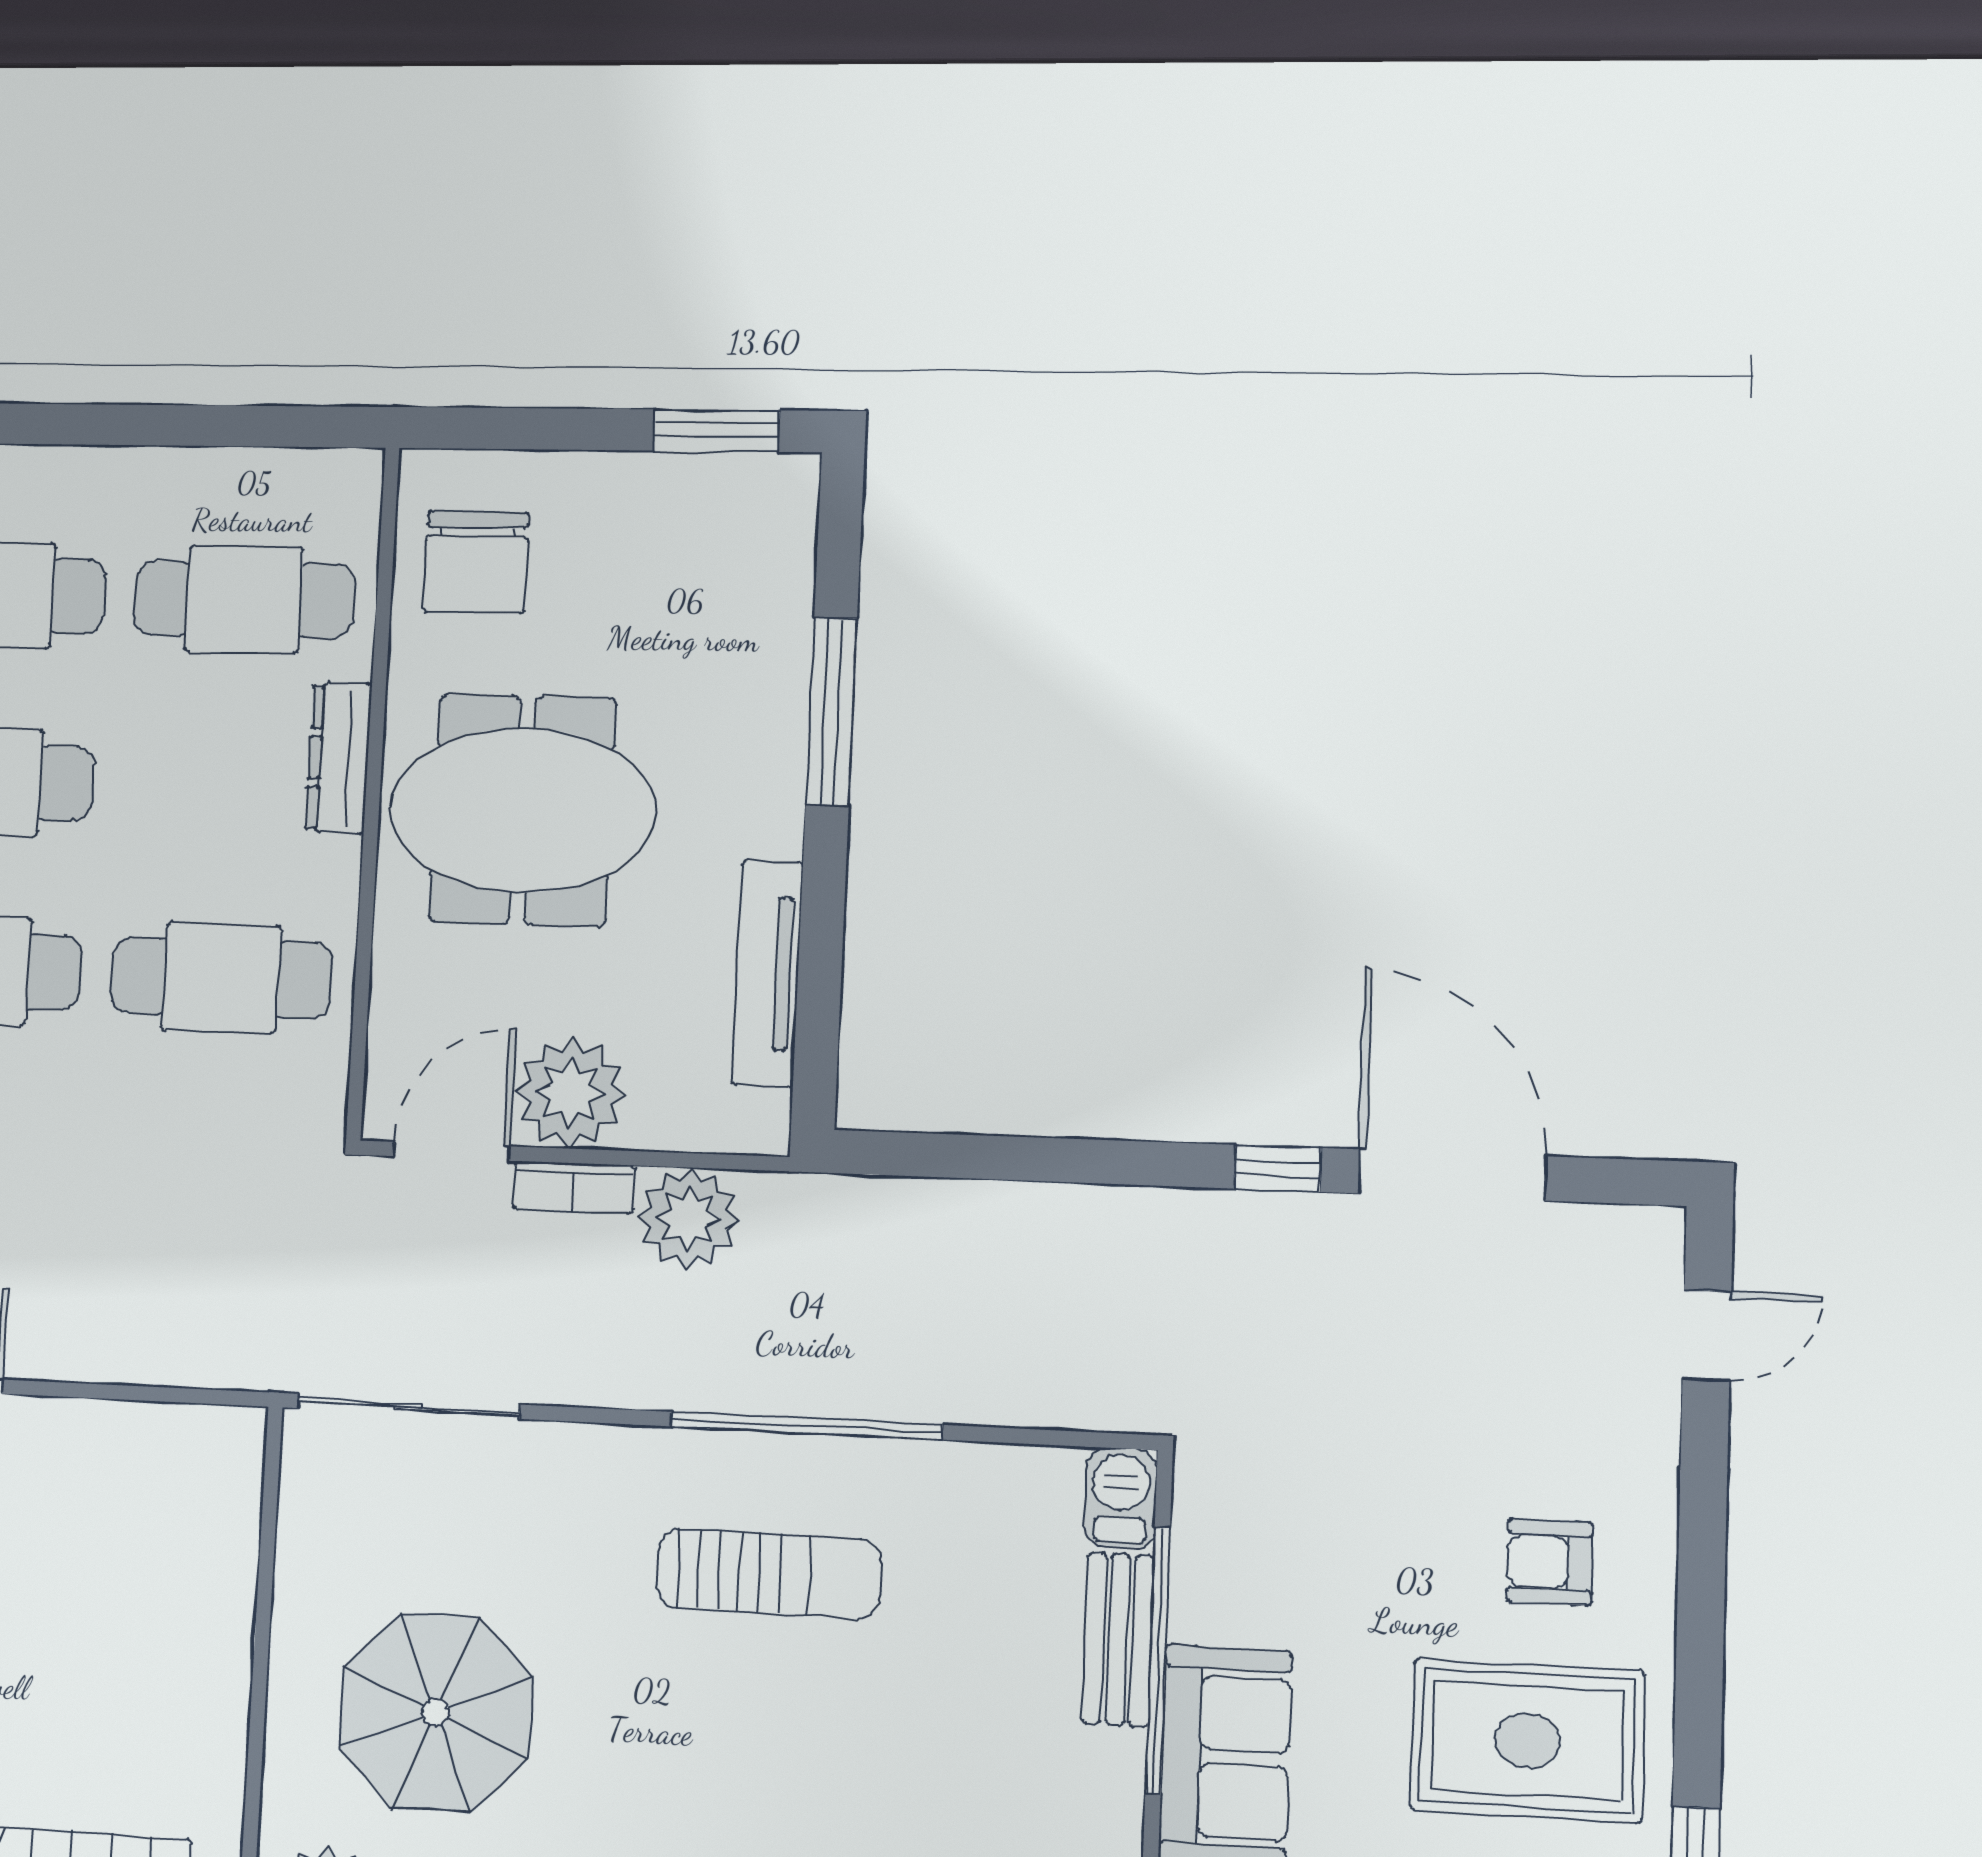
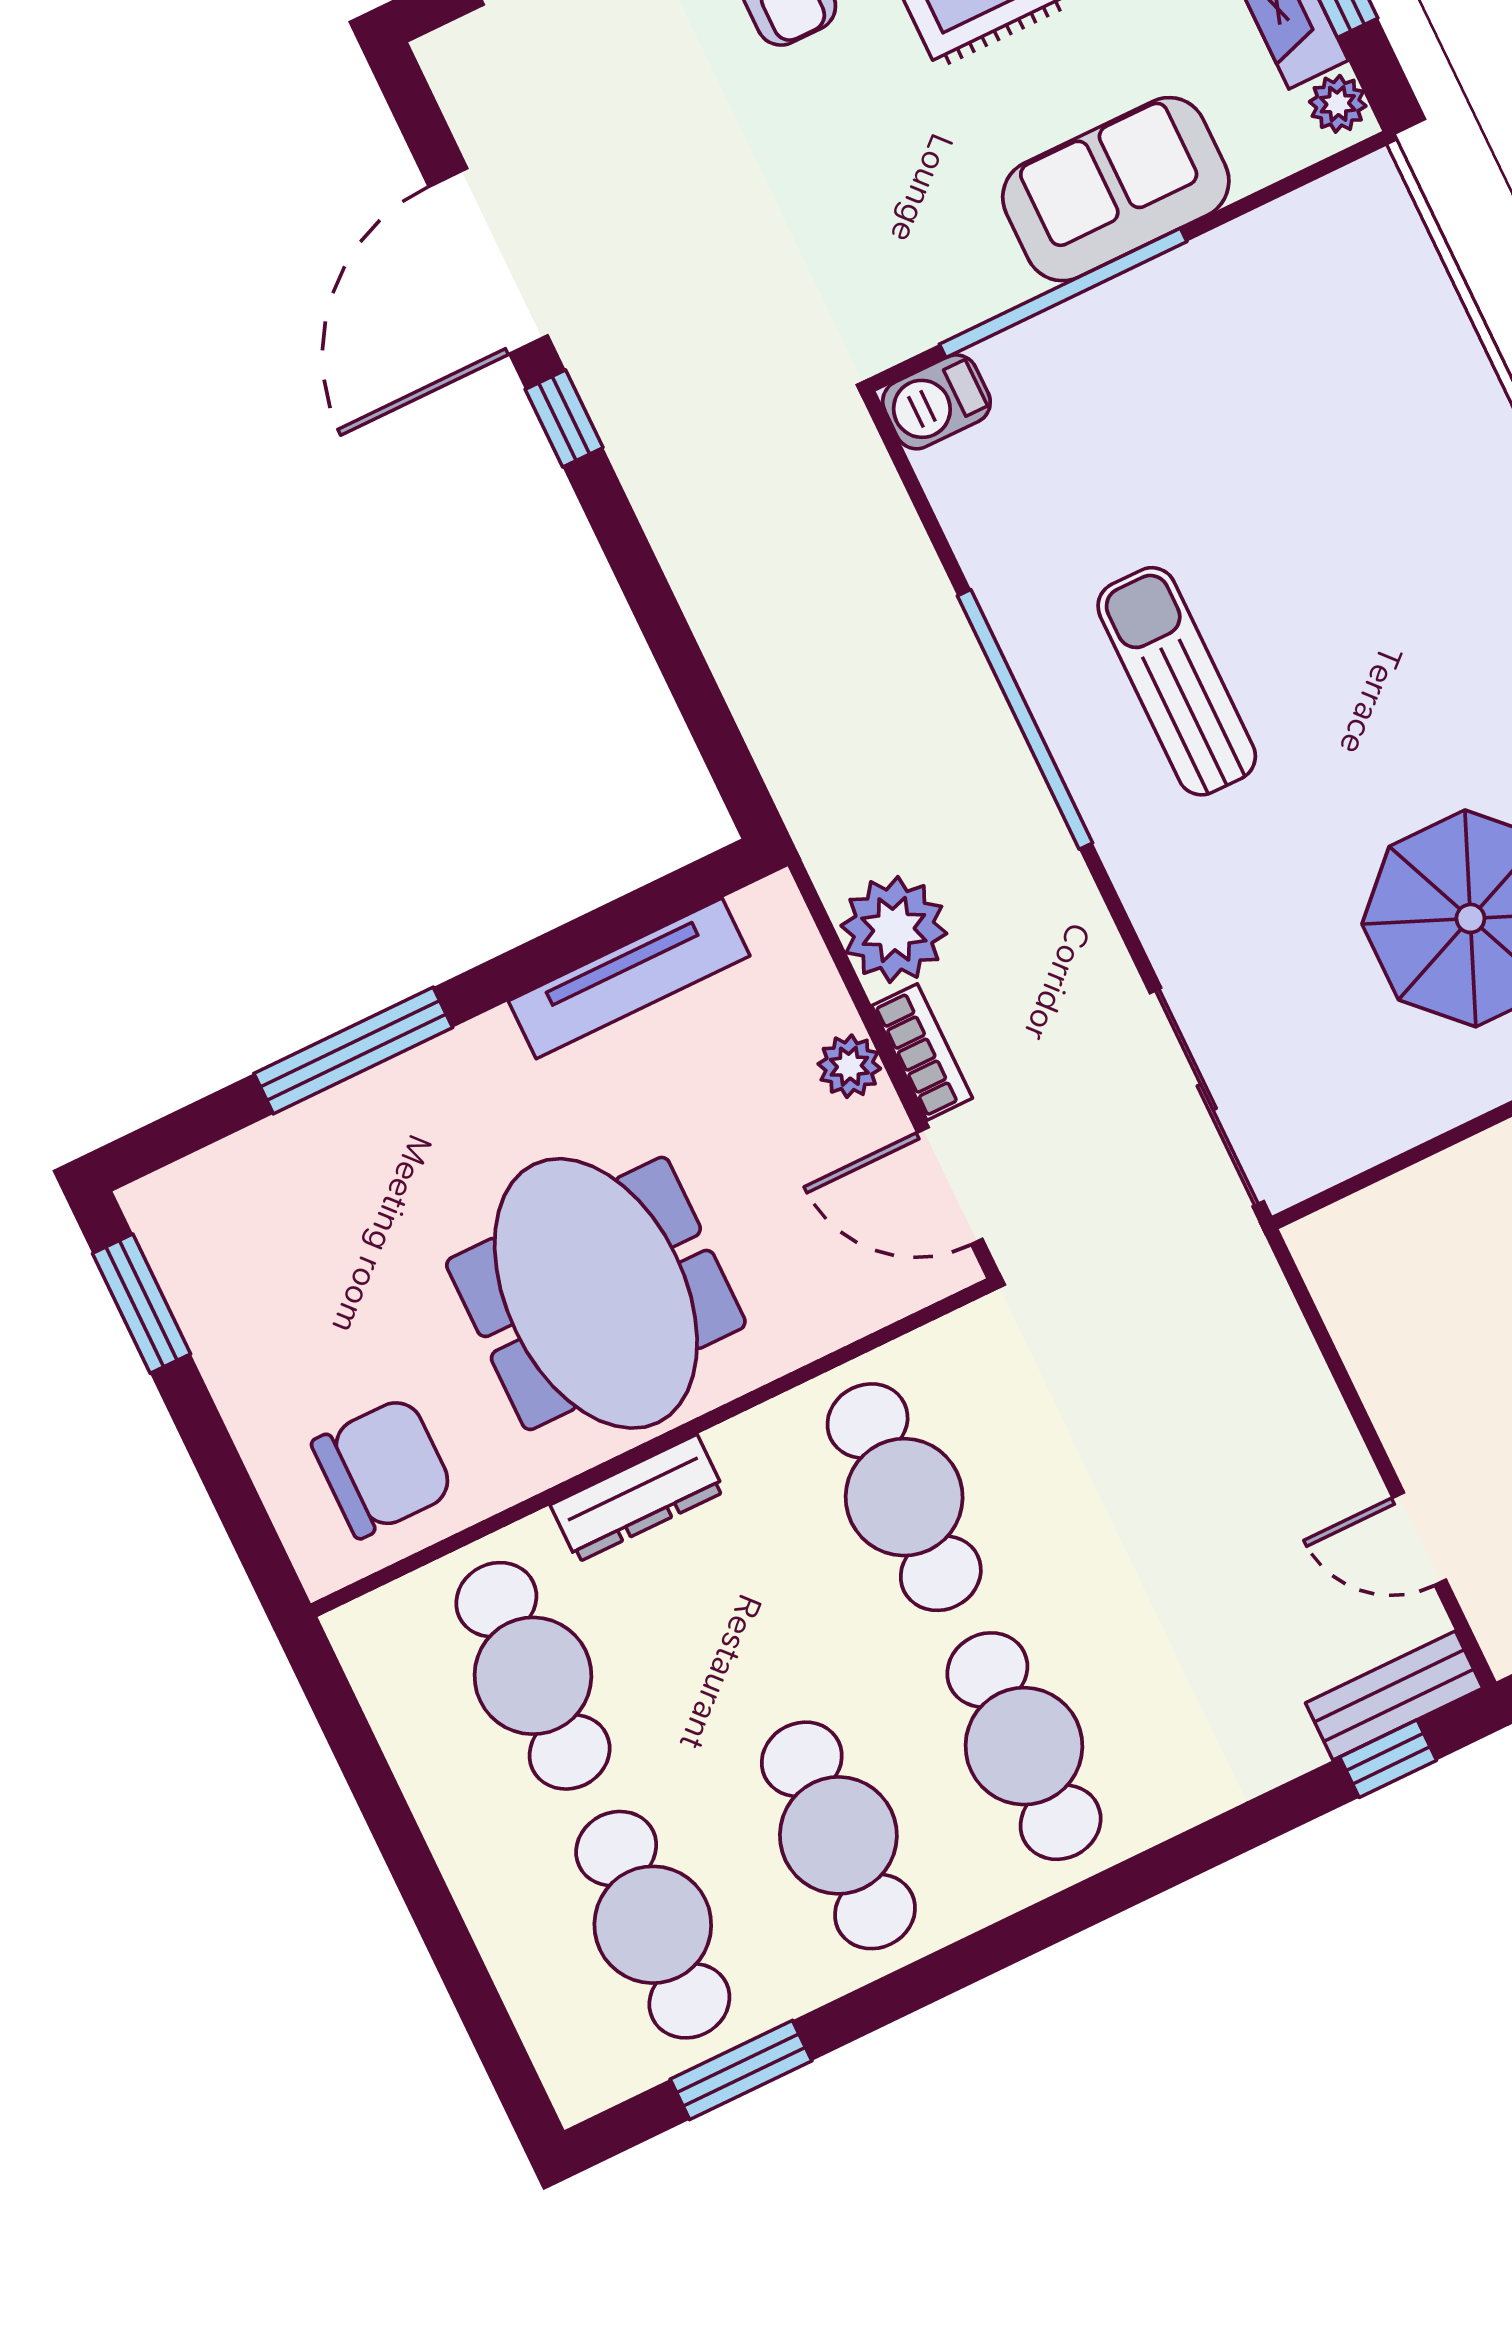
plant: (571, 1093) -> (849, 1066), width x0.53, depth x0.53
bench: (1118, 1640) -> (1064, 337), removed

